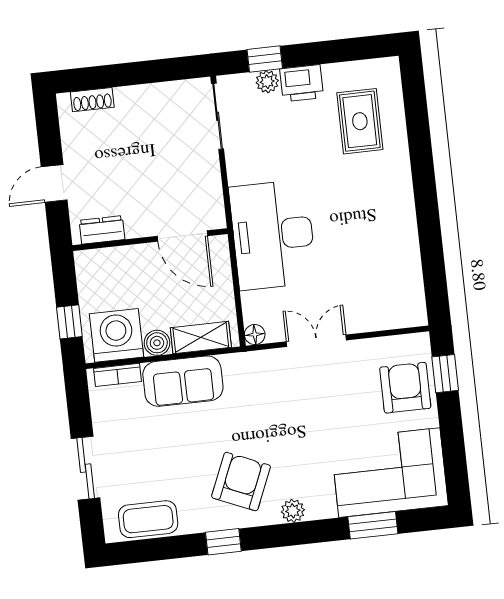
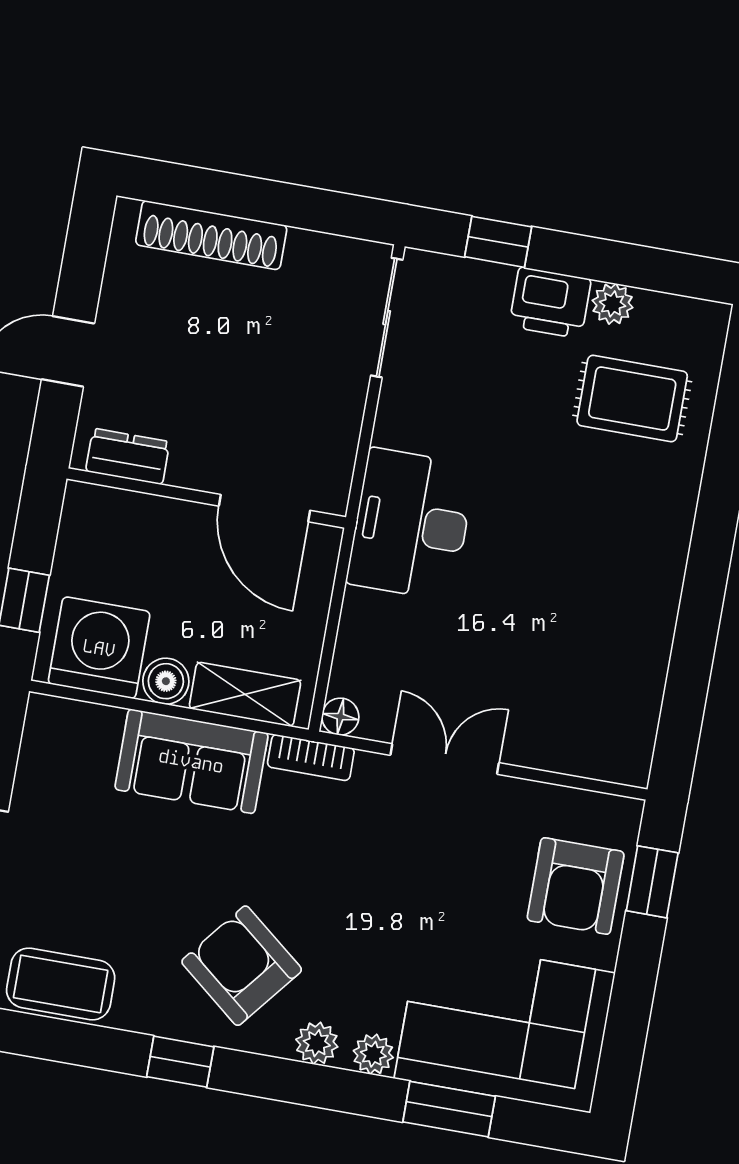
plant: (267, 82) -> (613, 304), moved
shoe rack: (92, 100) -> (211, 235), width x1.94, depth x1.24
rug: (360, 121) -> (632, 398), turned 90
desk: (273, 235) -> (411, 524), width x0.73, depth x0.77
bookcase: (117, 375) -> (311, 758), moved
armchair: (405, 388) -> (576, 886), turned 180
armchair: (241, 482) -> (242, 966), turned -74
plant: (324, 508) -> (373, 1054), added

